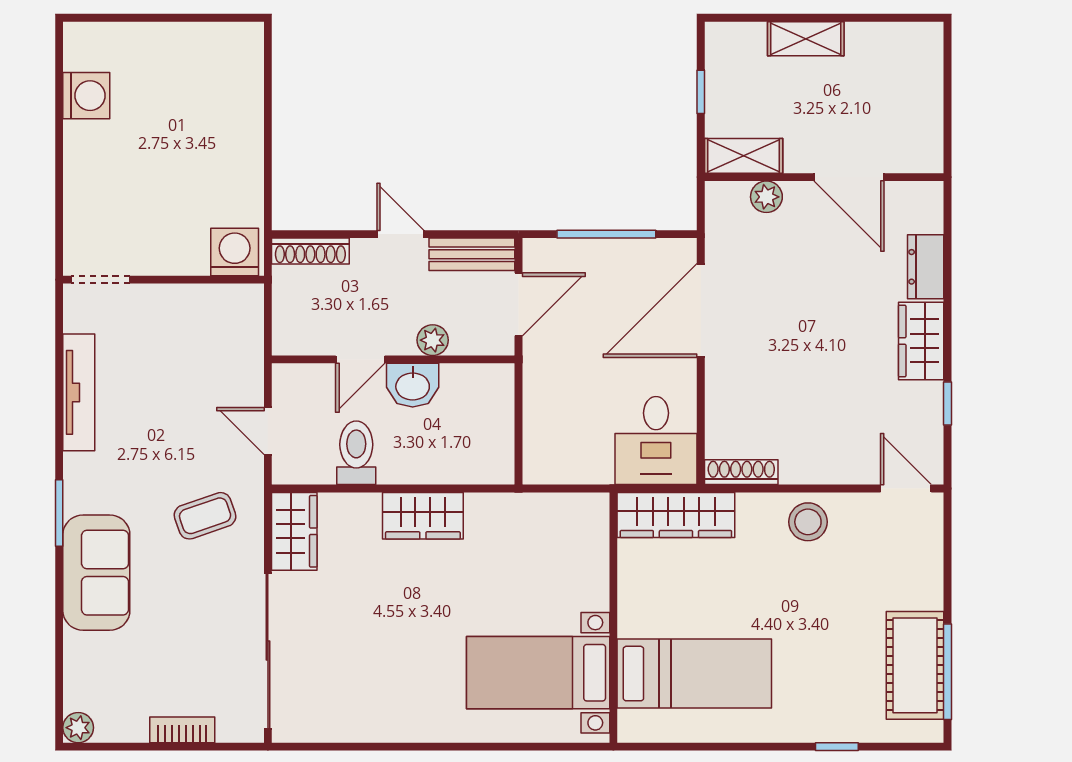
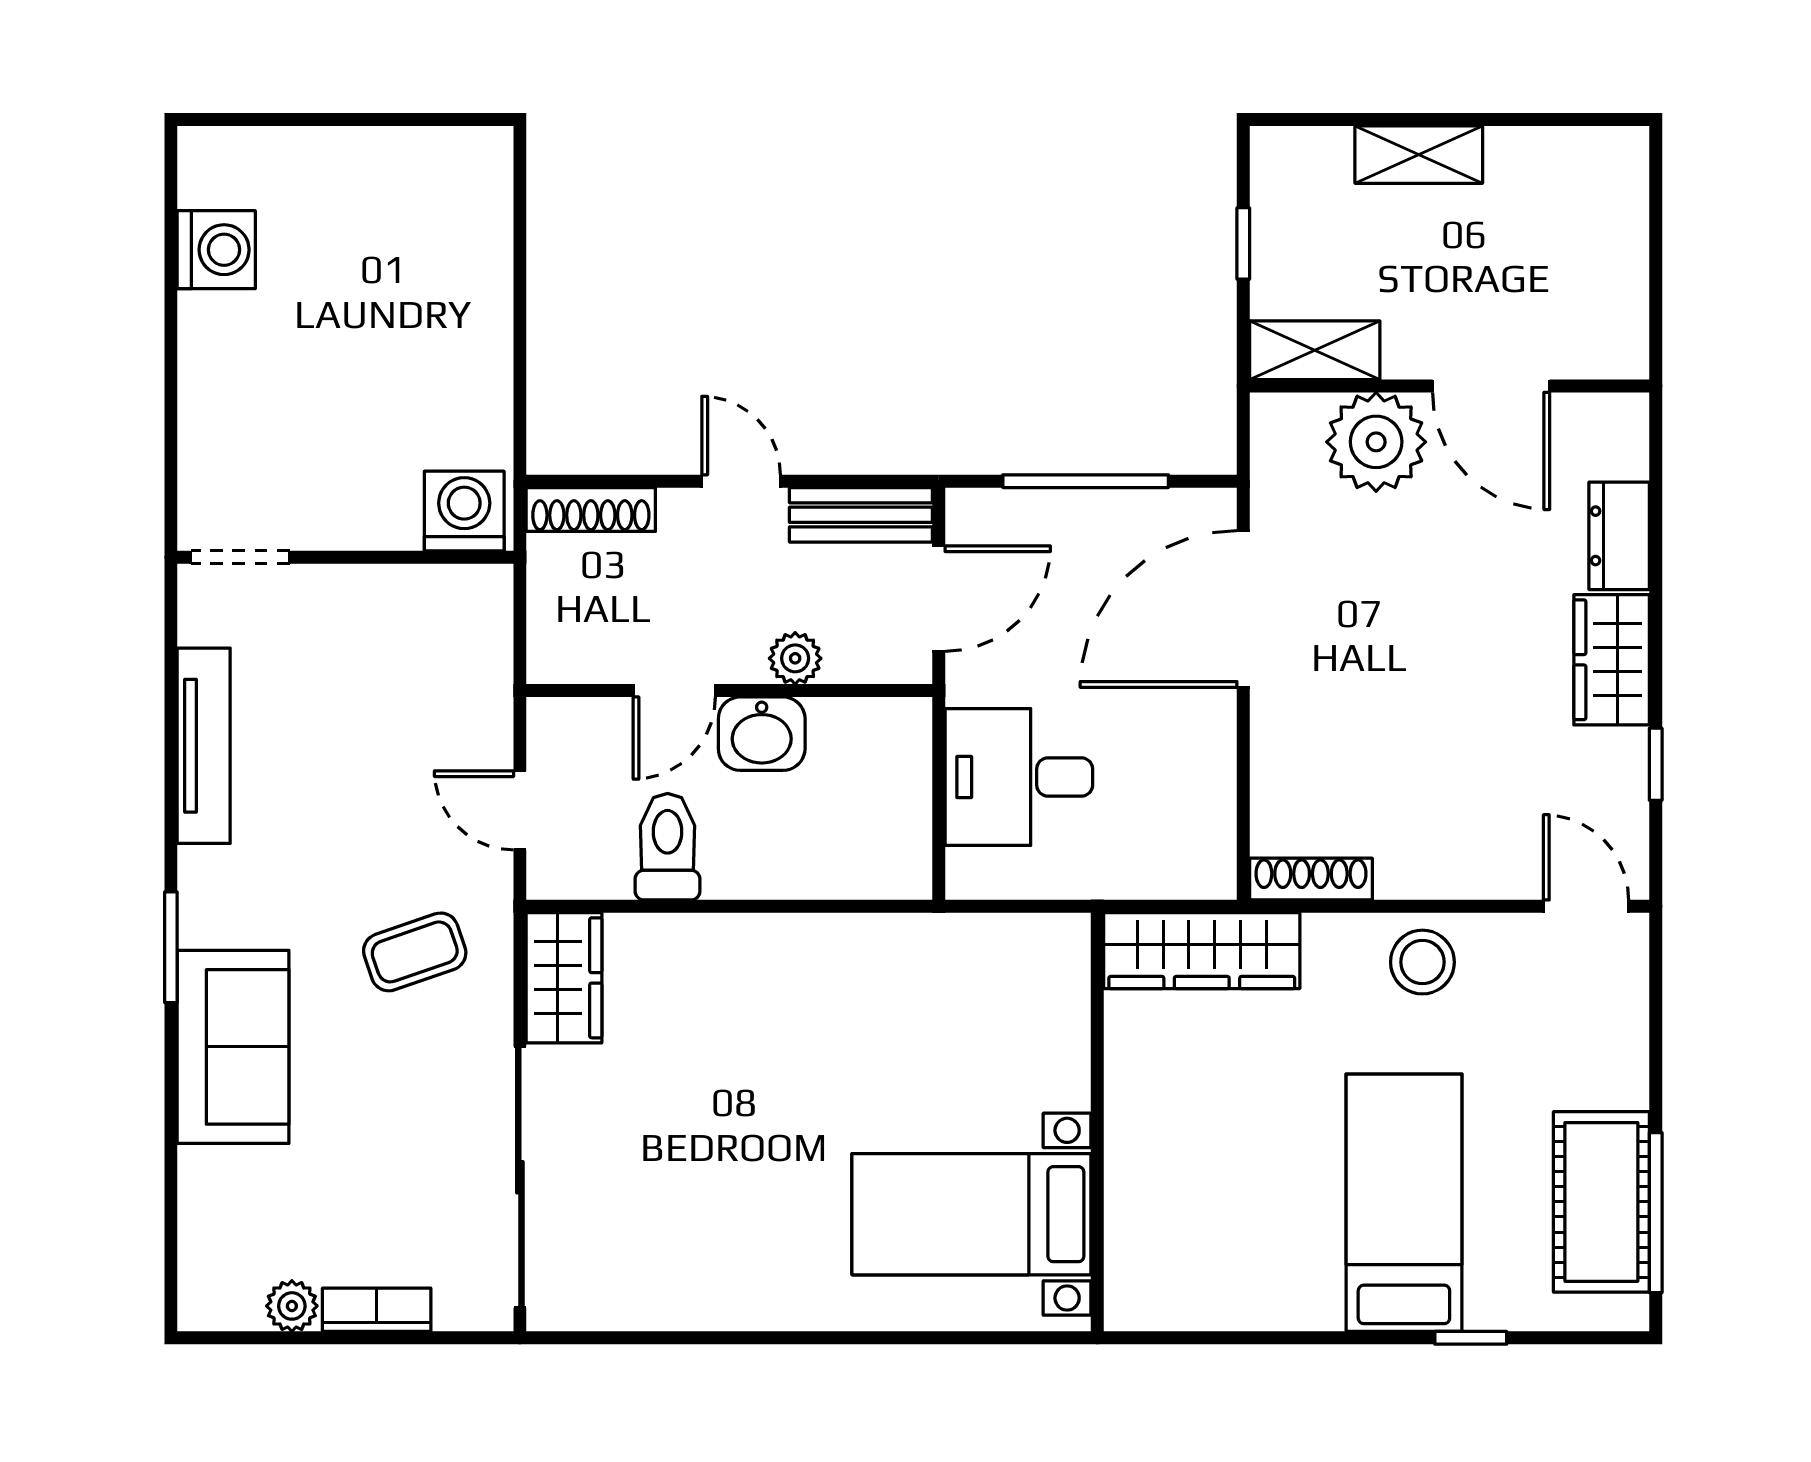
plant: (766, 197) -> (1376, 442), width x1.88, depth x1.88
desk: (656, 441) -> (1019, 777), moved, turned 90
wardrobe: (423, 516) -> (779, 952), removed
bed: (694, 674) -> (1404, 1203), moved, turned -90
plant: (78, 728) -> (292, 1306), moved

